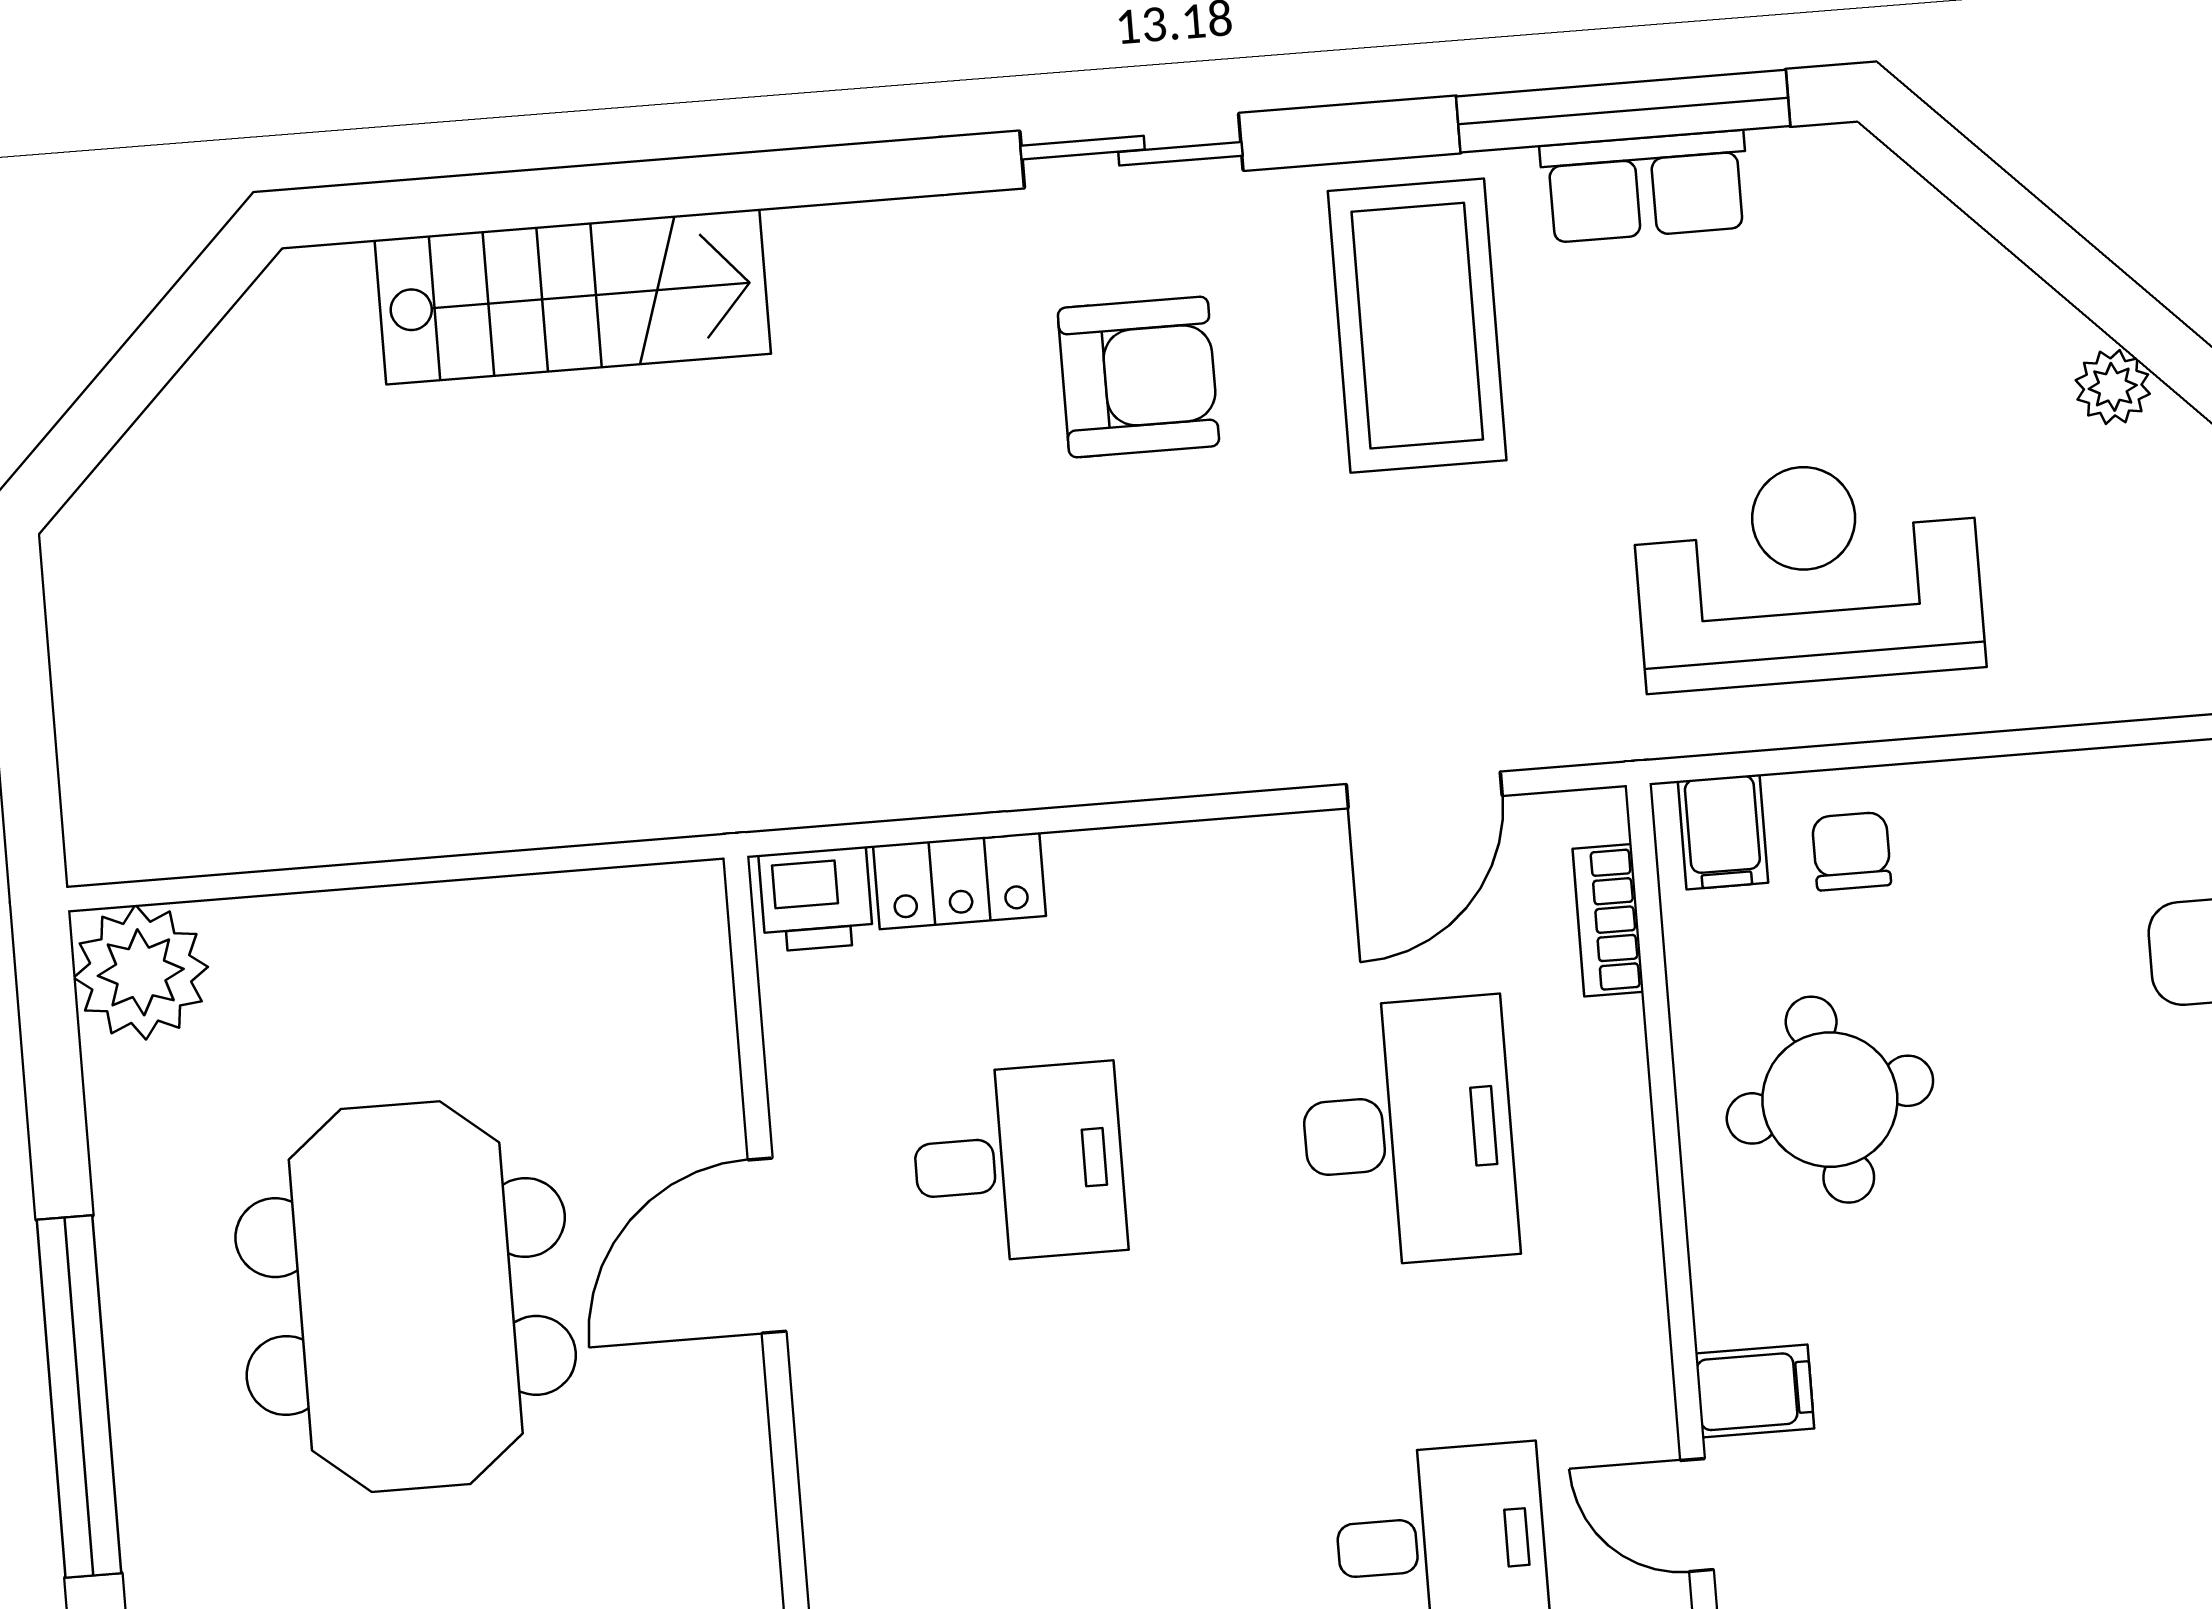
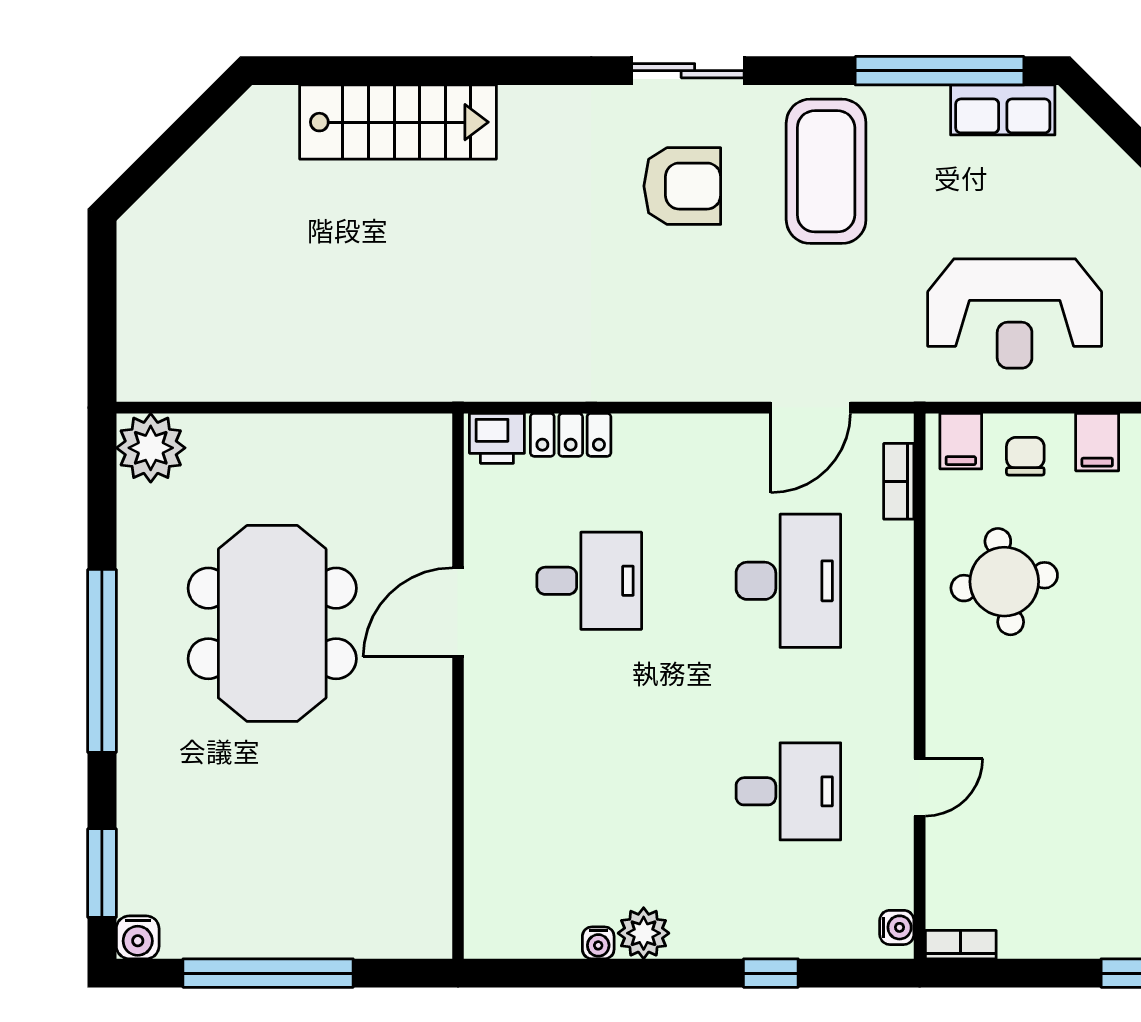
row of seats: (1645, 187) -> (1003, 110), moved
reception desk: (1808, 574) -> (1015, 313), turned 180
filing cabinet: (1755, 1391) -> (1097, 442), moved, turned 90
door: (1697, 1515) -> (920, 787), swing flipped

